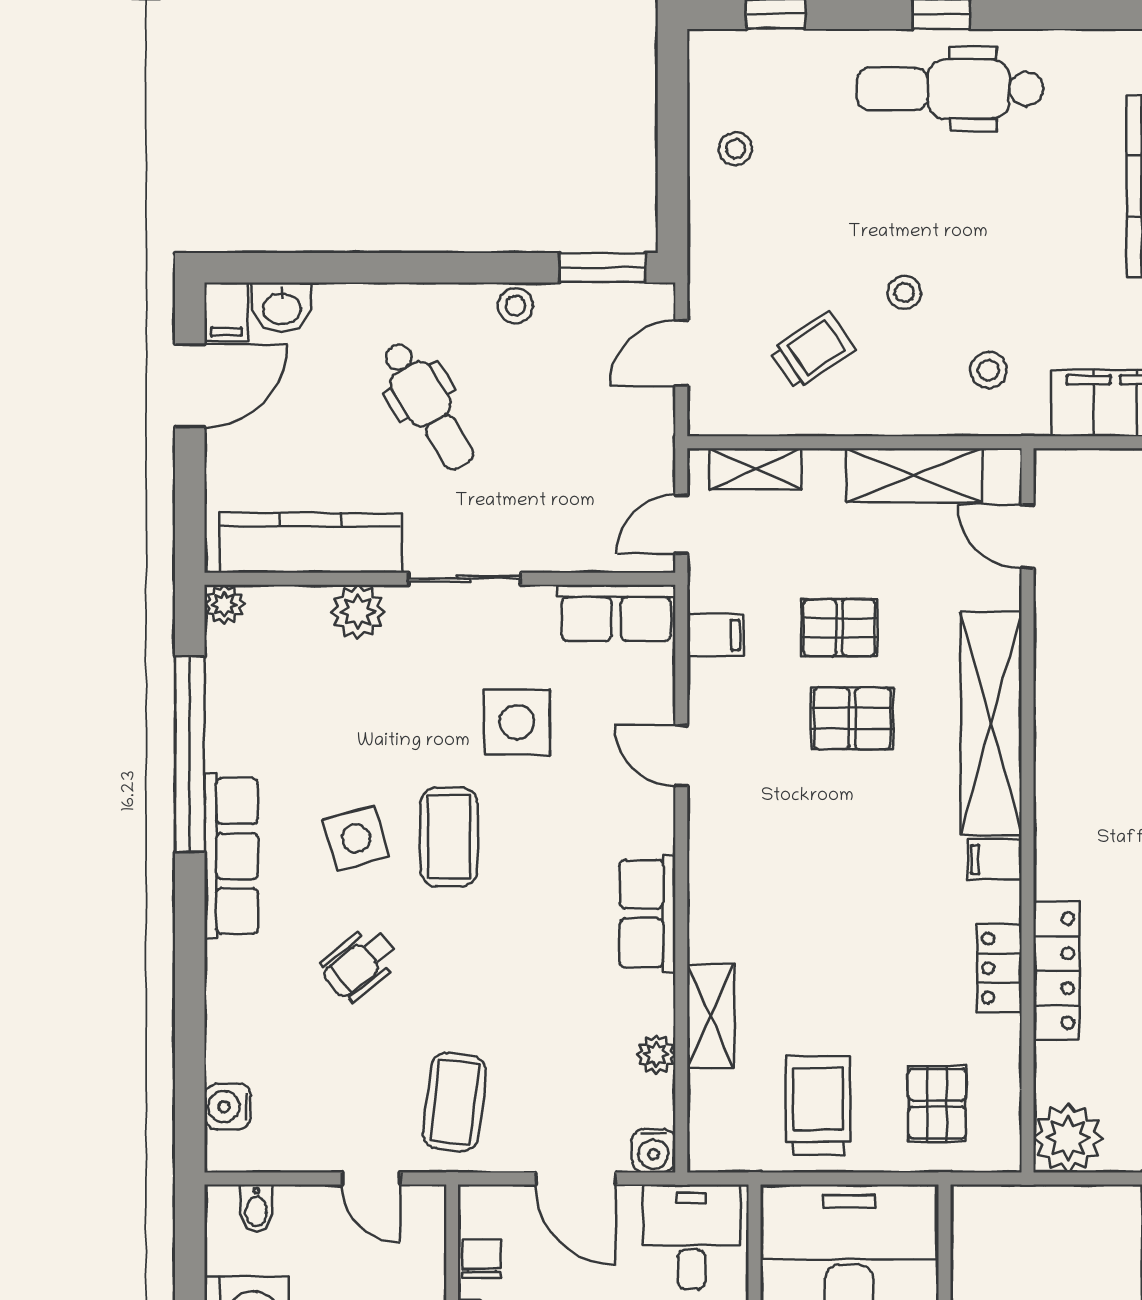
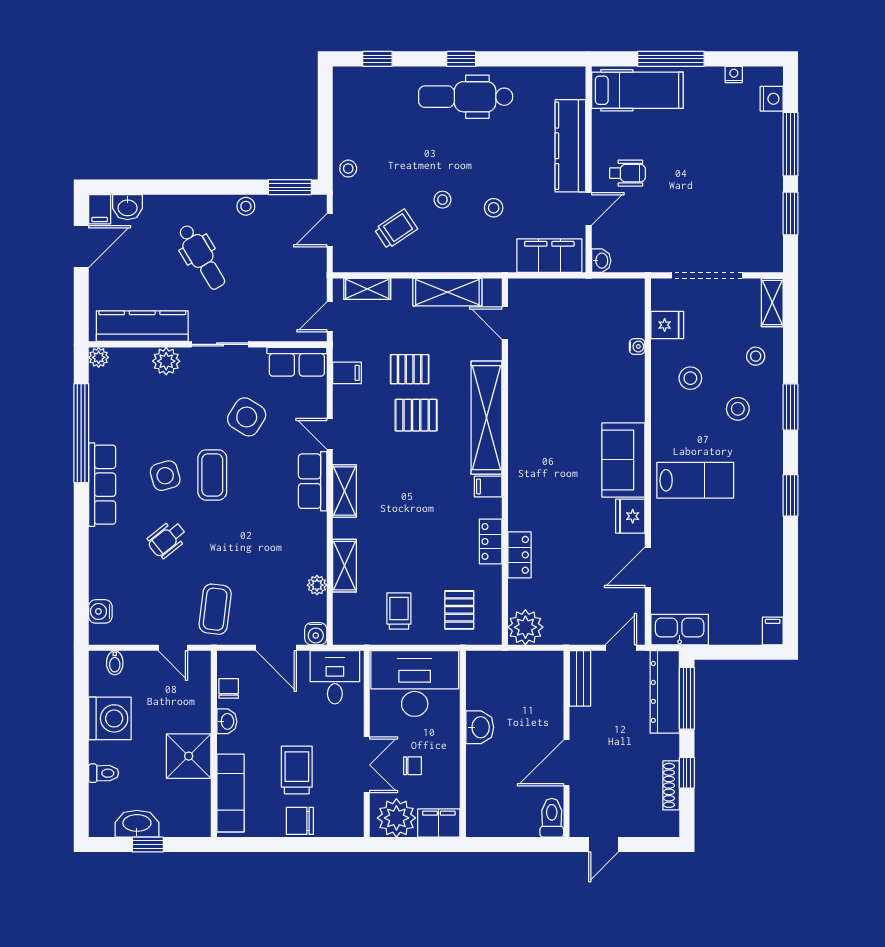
stool: (735, 149) -> (348, 169), moved
stool: (989, 370) -> (494, 208), moved
side table: (517, 722) -> (247, 417), turned 32
shelving: (710, 869) -> (344, 491), added
row of seats: (647, 914) -> (313, 481), moved
locker: (1056, 971) -> (519, 555), width x0.66
trolley: (818, 1106) -> (399, 611), width x0.73, depth x0.72

